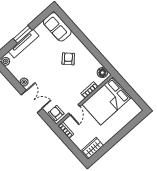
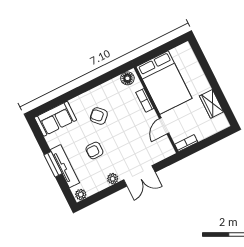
double door: (32, 102) -> (139, 176), swing flipped
door: (74, 110) -> (164, 126), swing flipped
armchair: (56, 113) -> (94, 150), moved
wardrobe: (93, 148) -> (211, 104), moved

